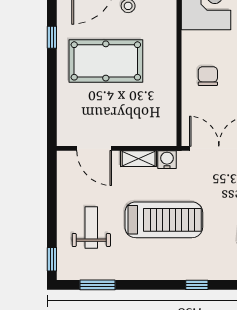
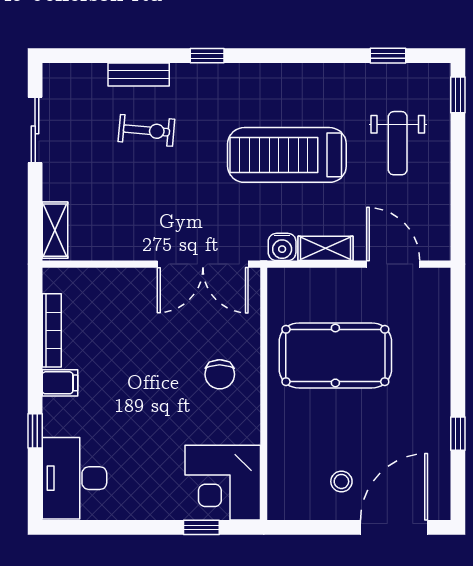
pool table: (106, 61) -> (335, 355), moved
window: (98, 285) -> (388, 56), width x0.67
window: (197, 285) -> (207, 56), moved

